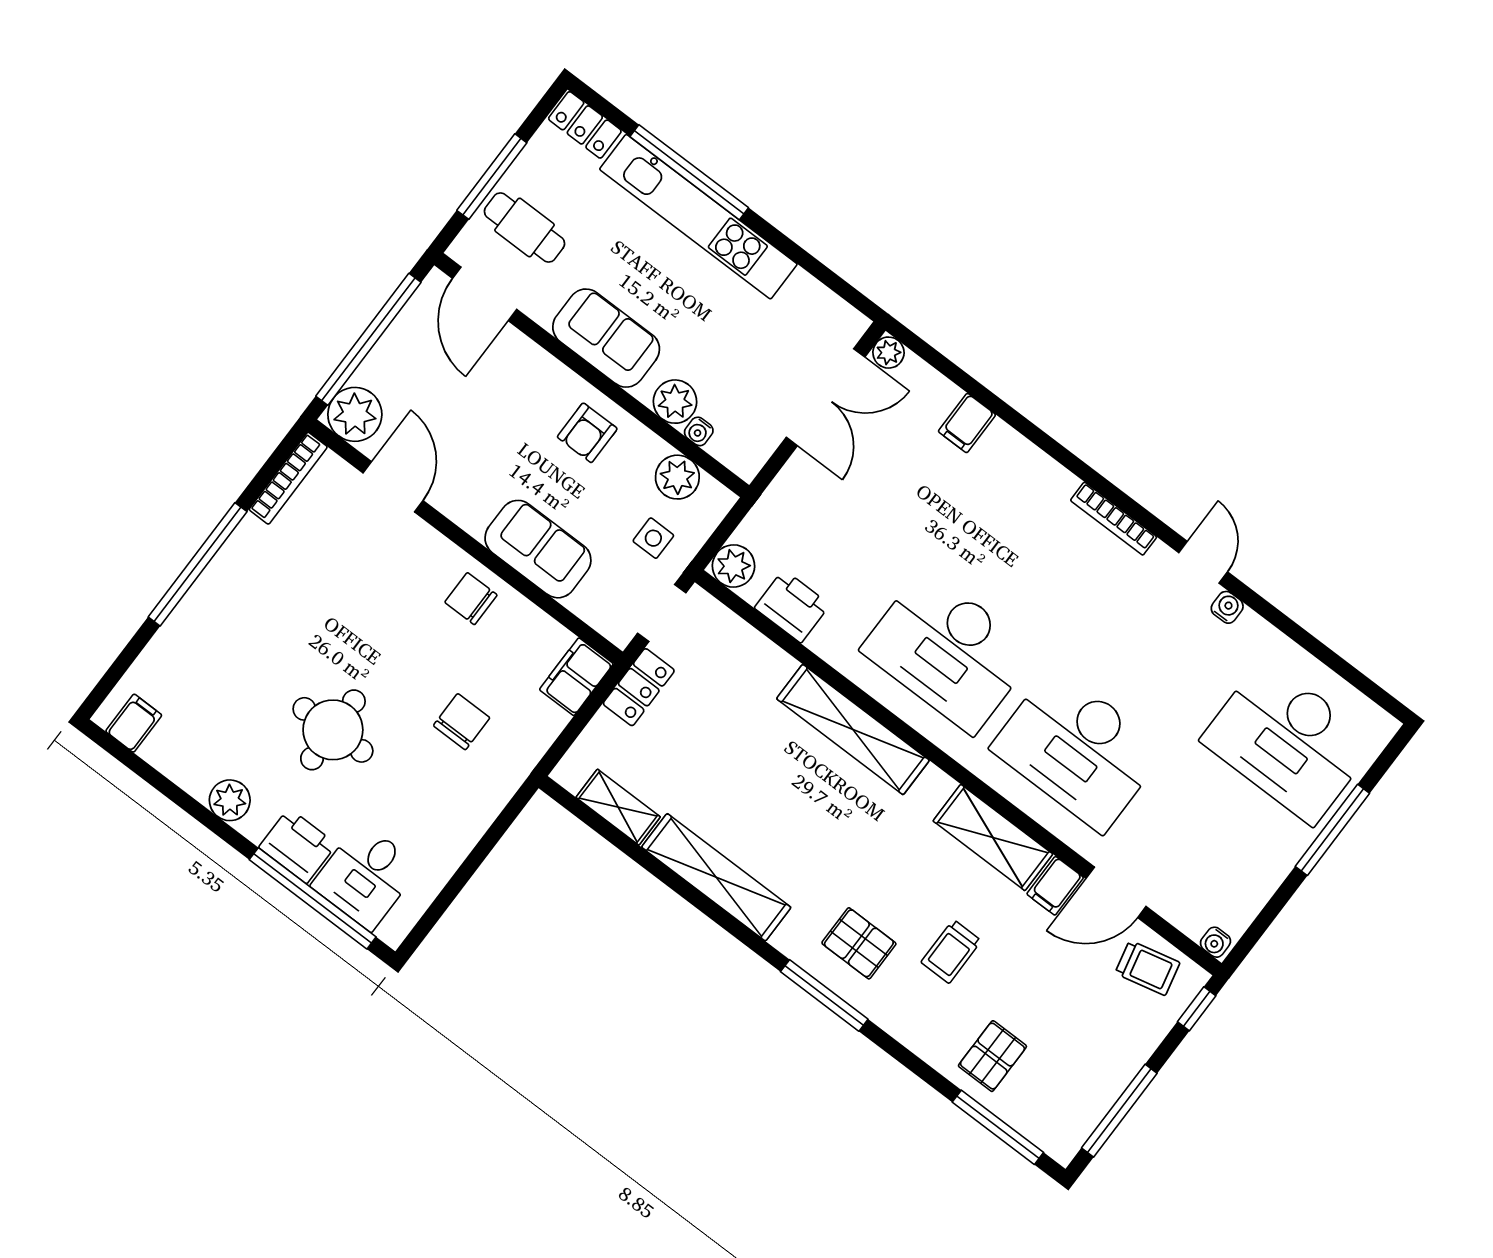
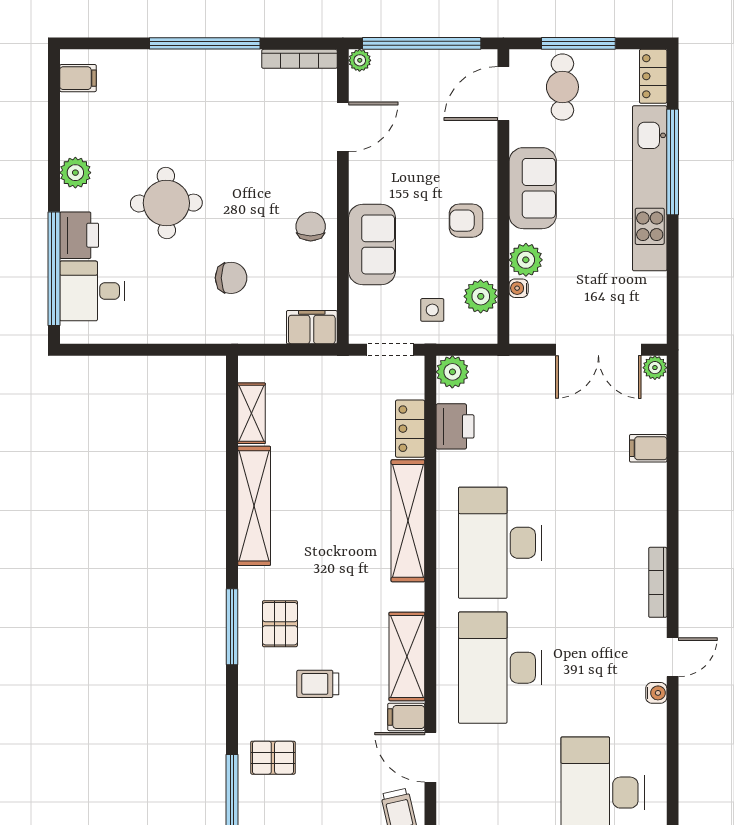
plant: (355, 414) -> (360, 60), width x0.53, depth x0.53
locker: (639, 687) -> (410, 429), moved, turned 90

